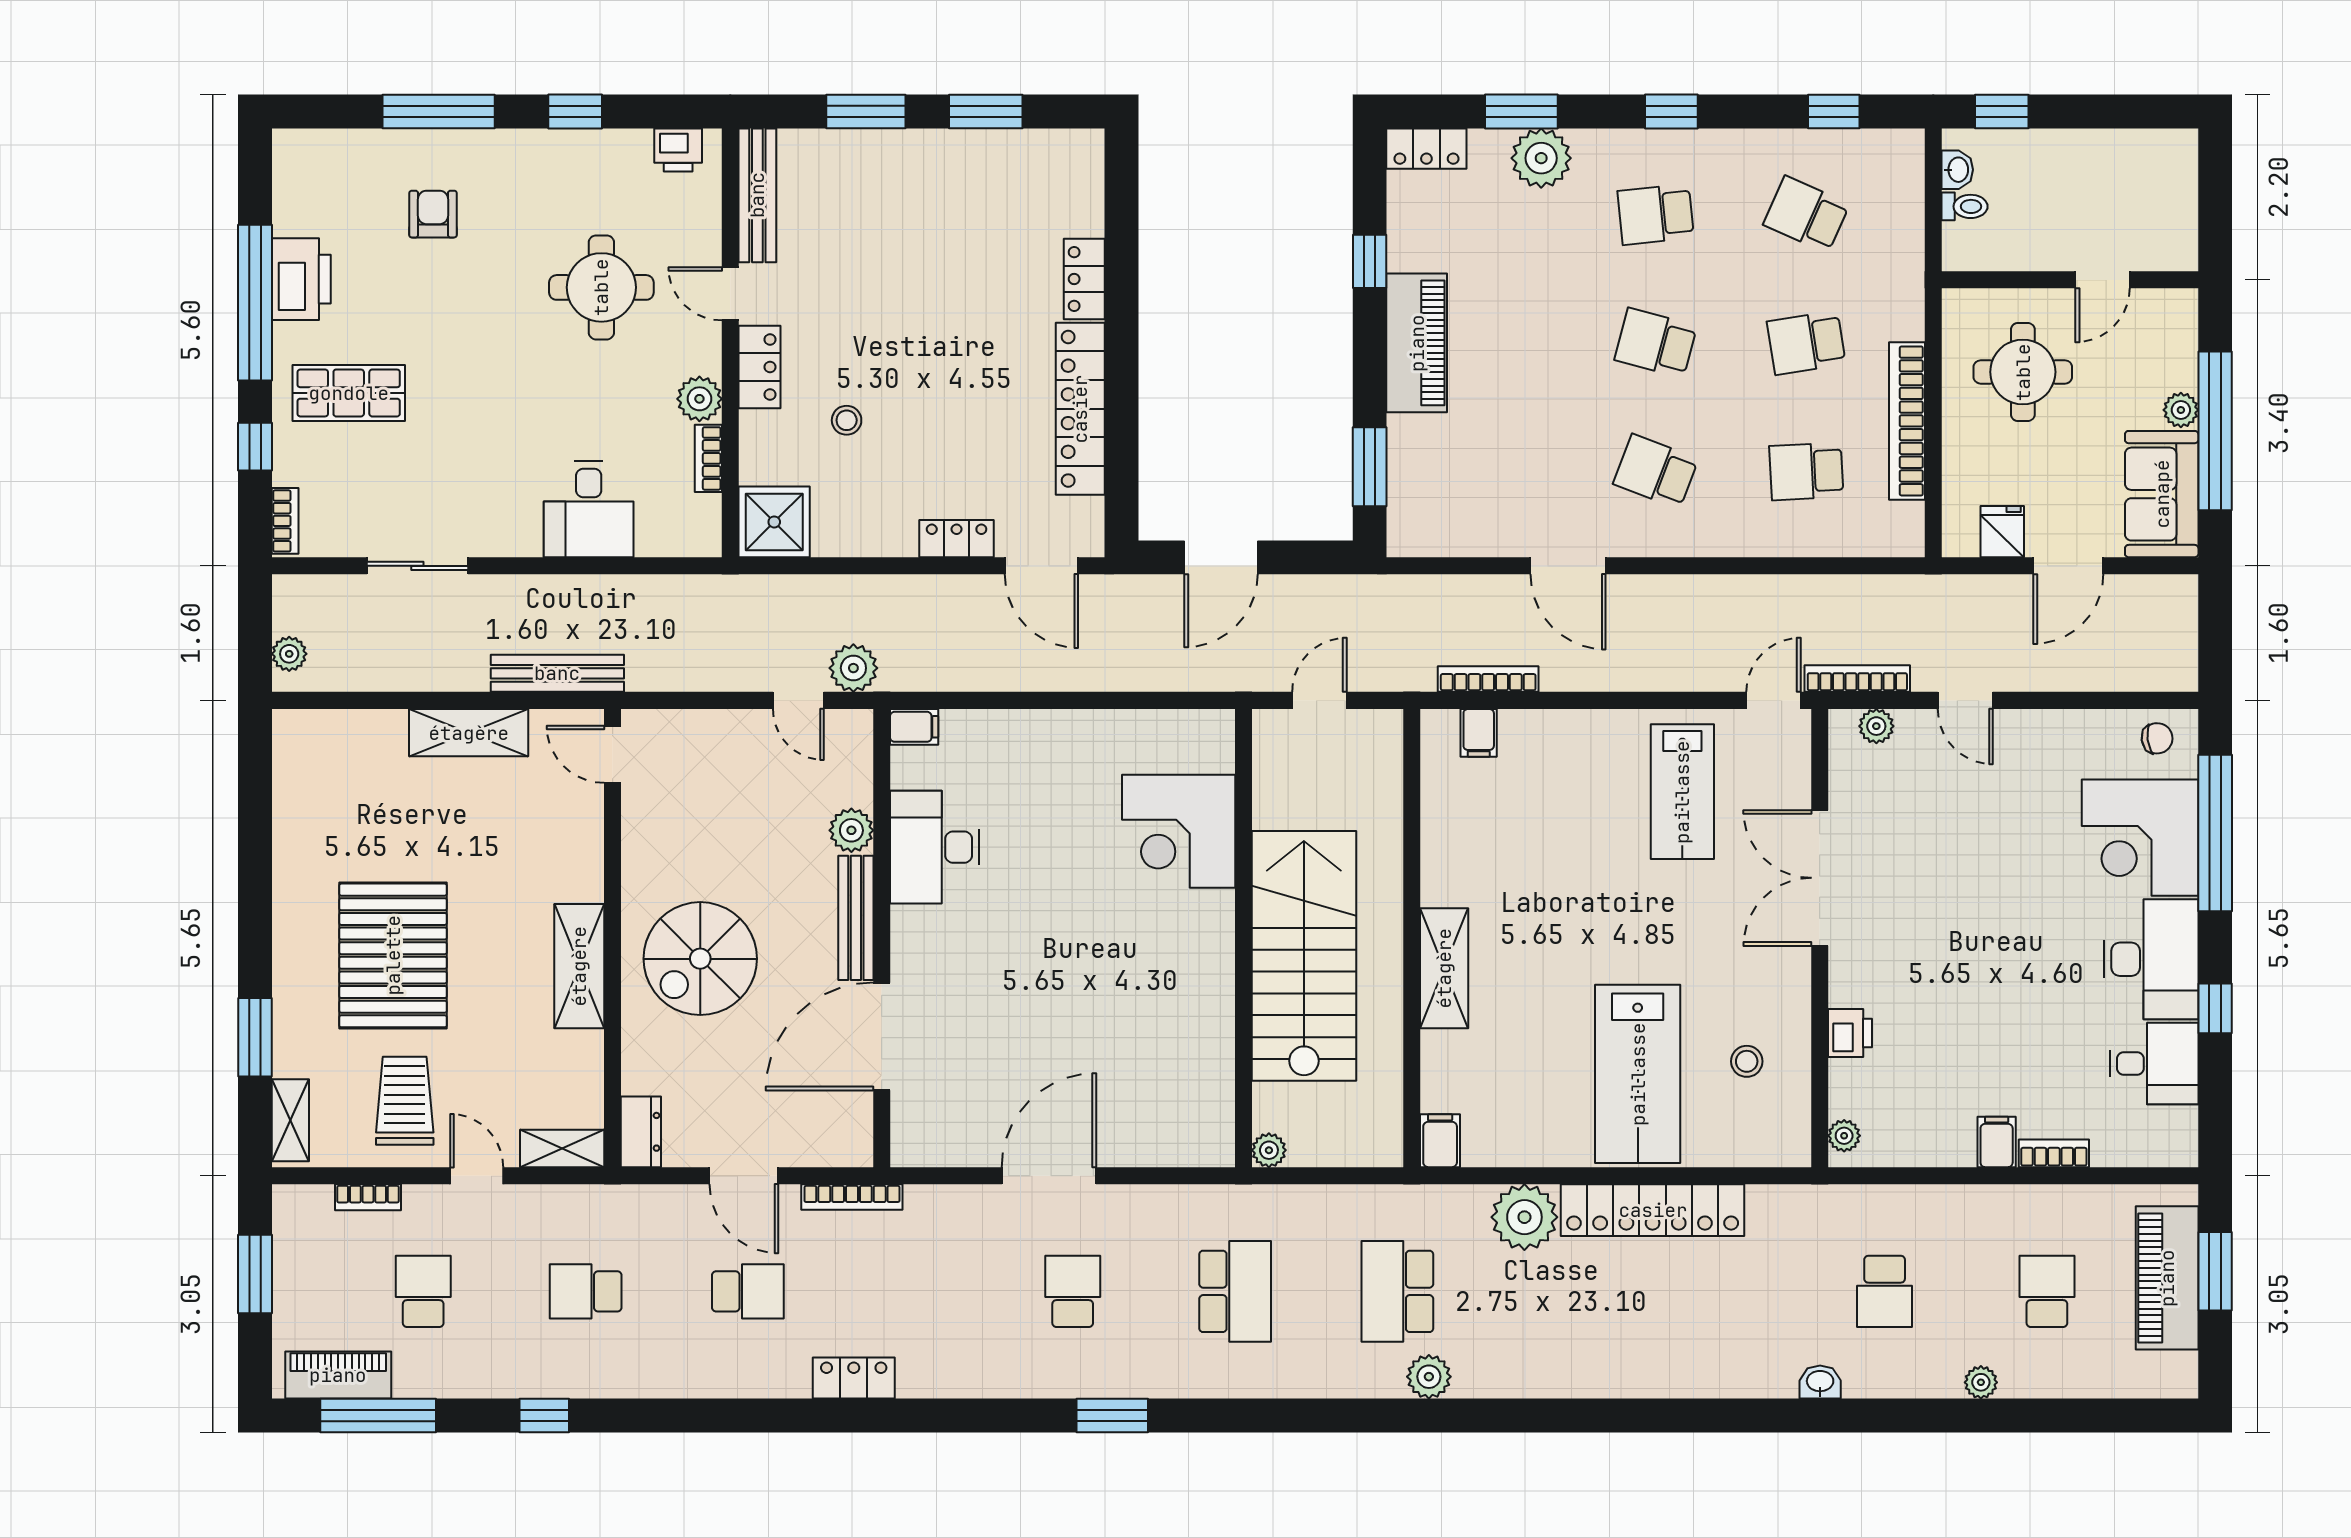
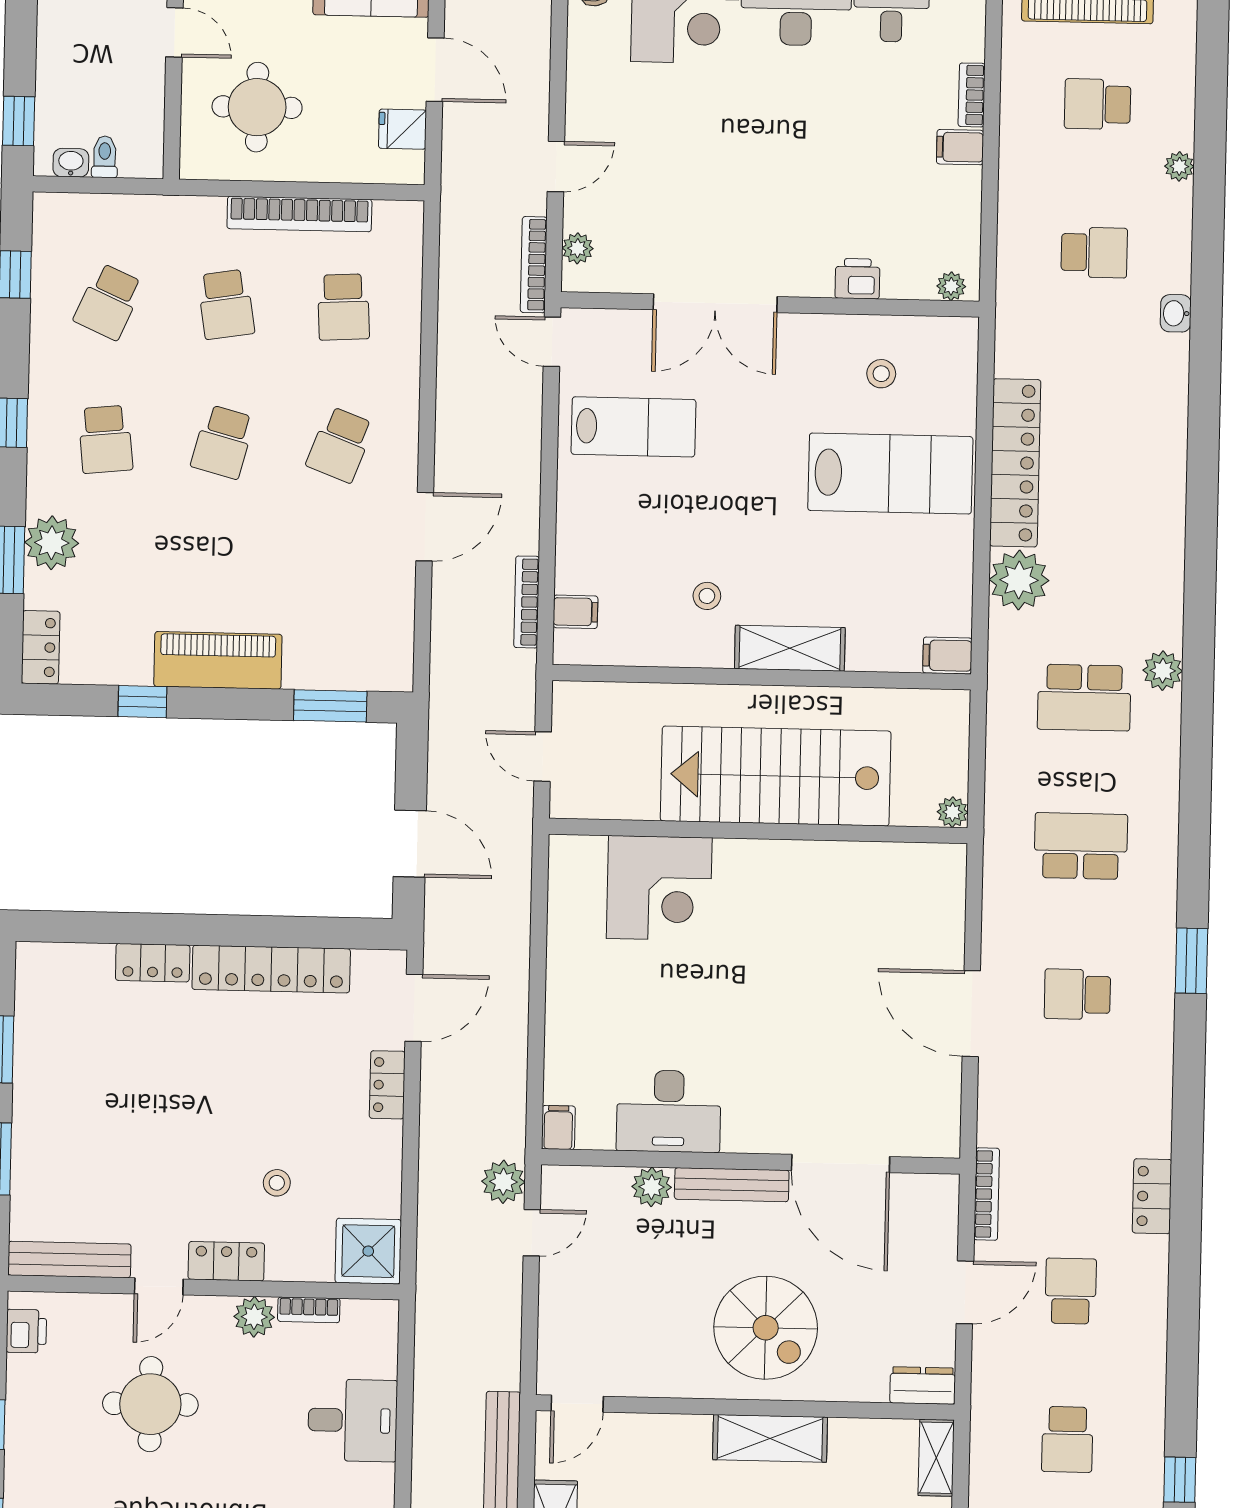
stool: (1499, 876) -> (707, 596), added

